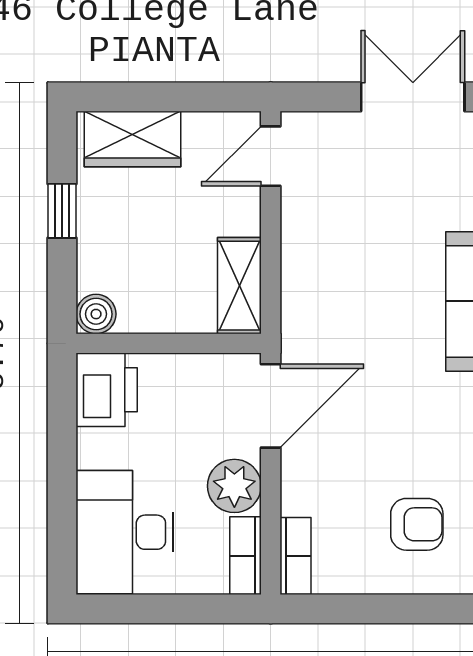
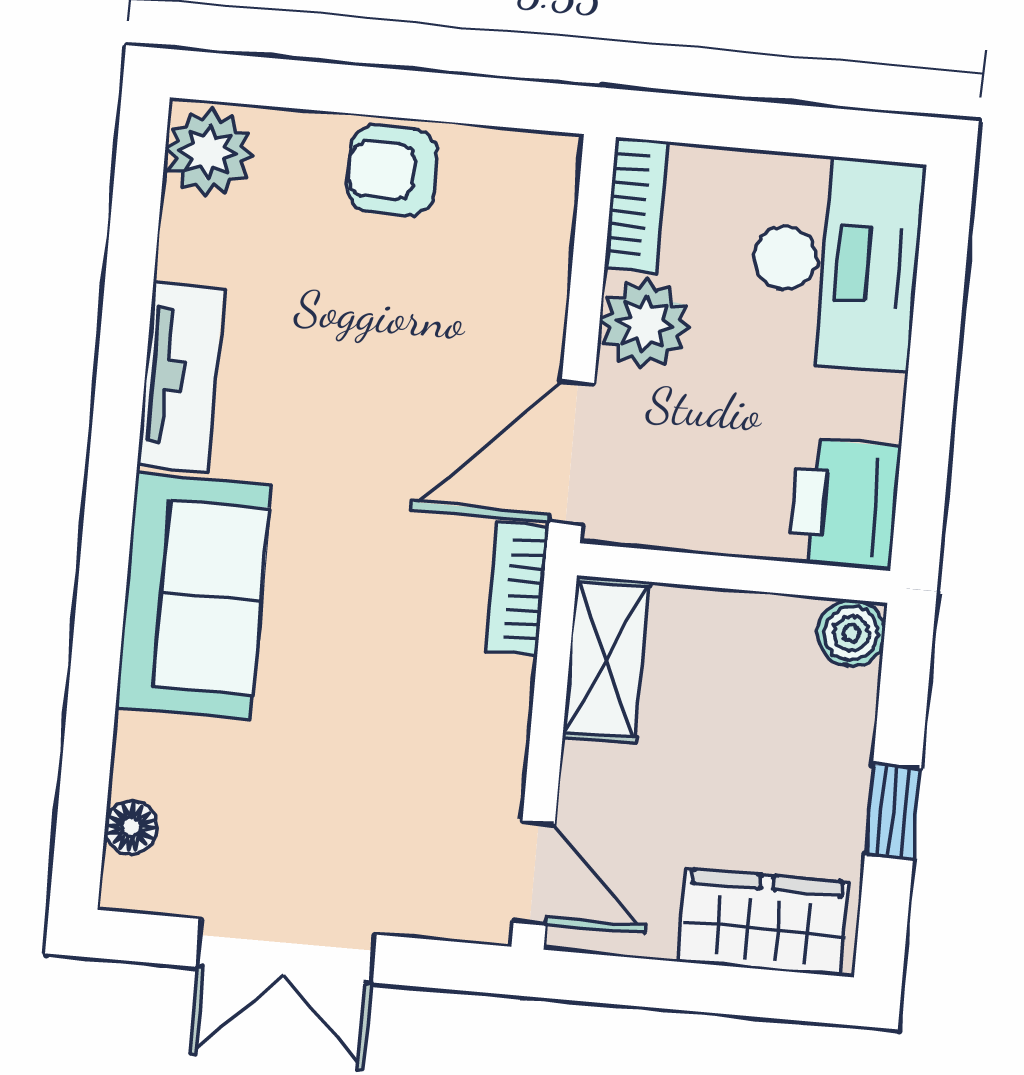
door: (271, 156) -> (534, 873), hinge flipped
armchair: (417, 524) -> (392, 171), moved
bookcase: (295, 556) -> (517, 589), moved

